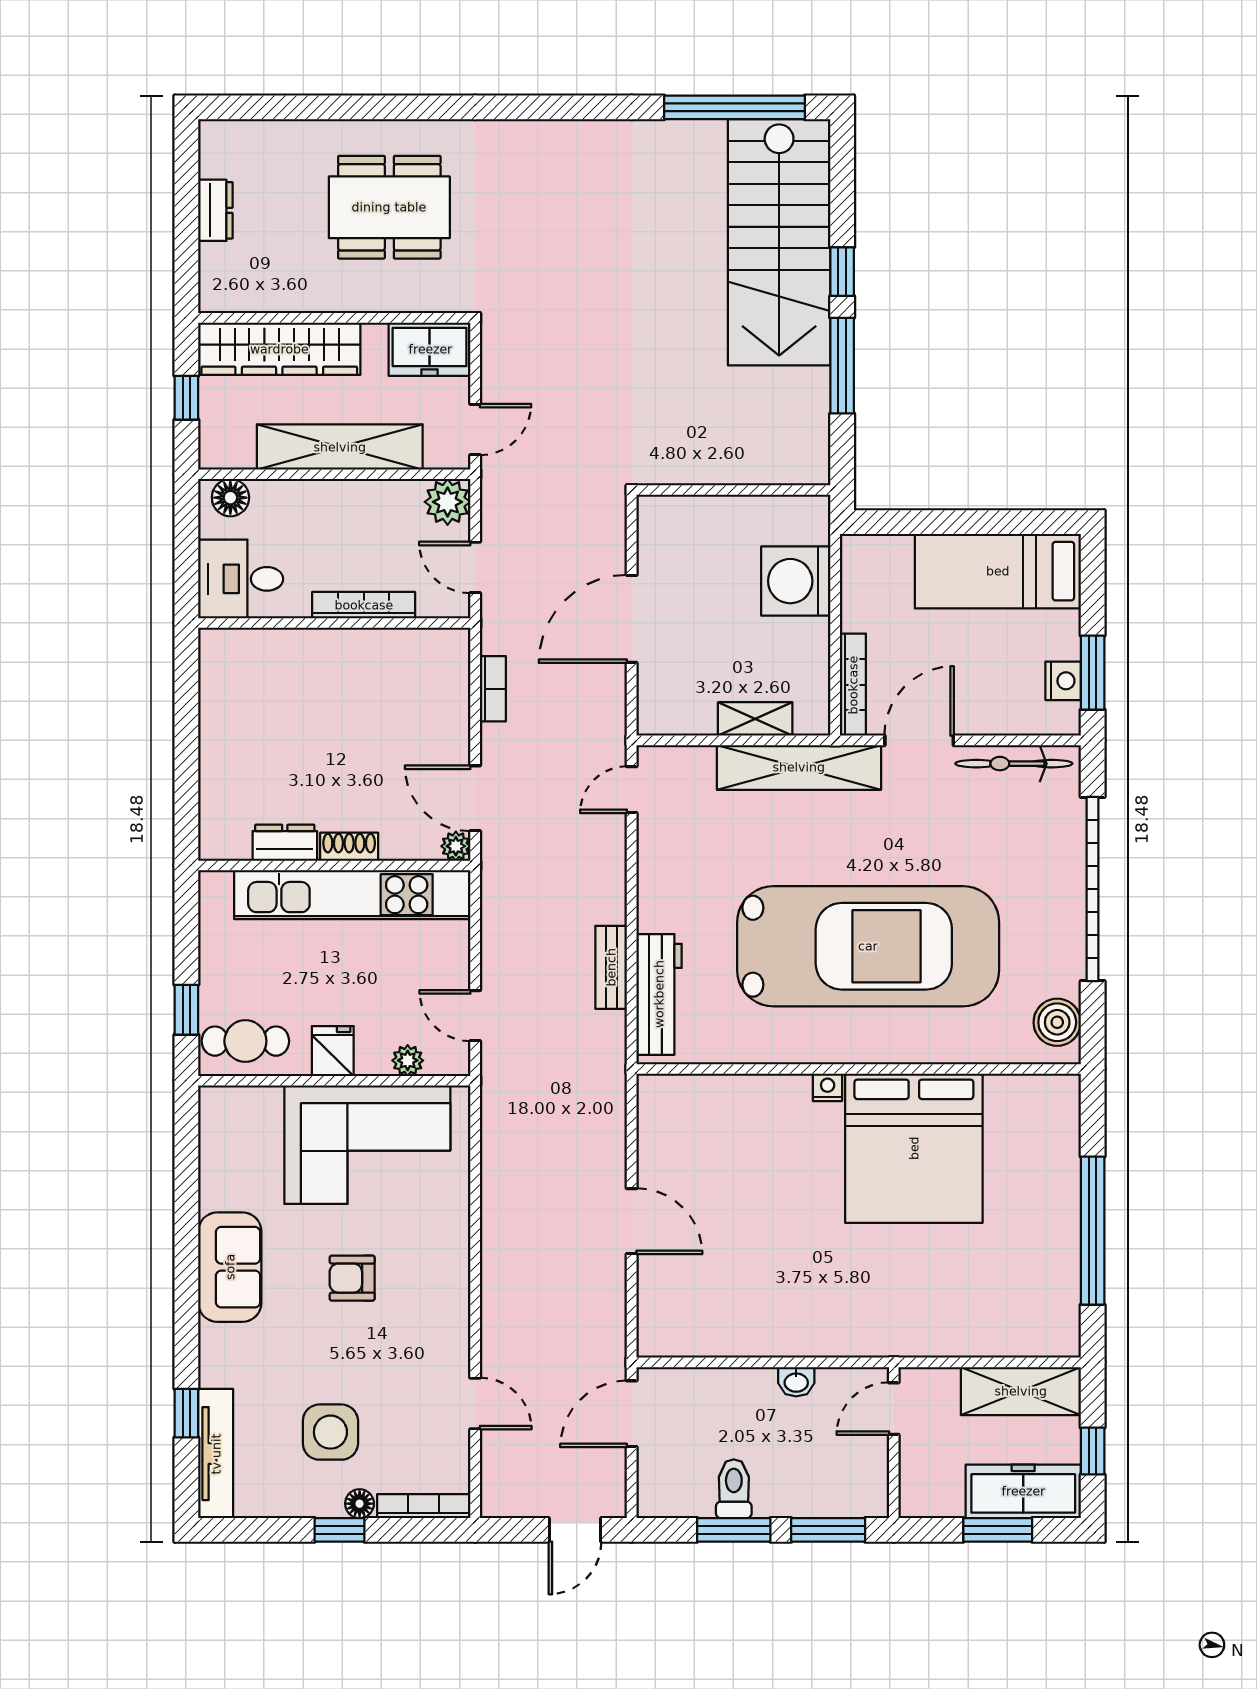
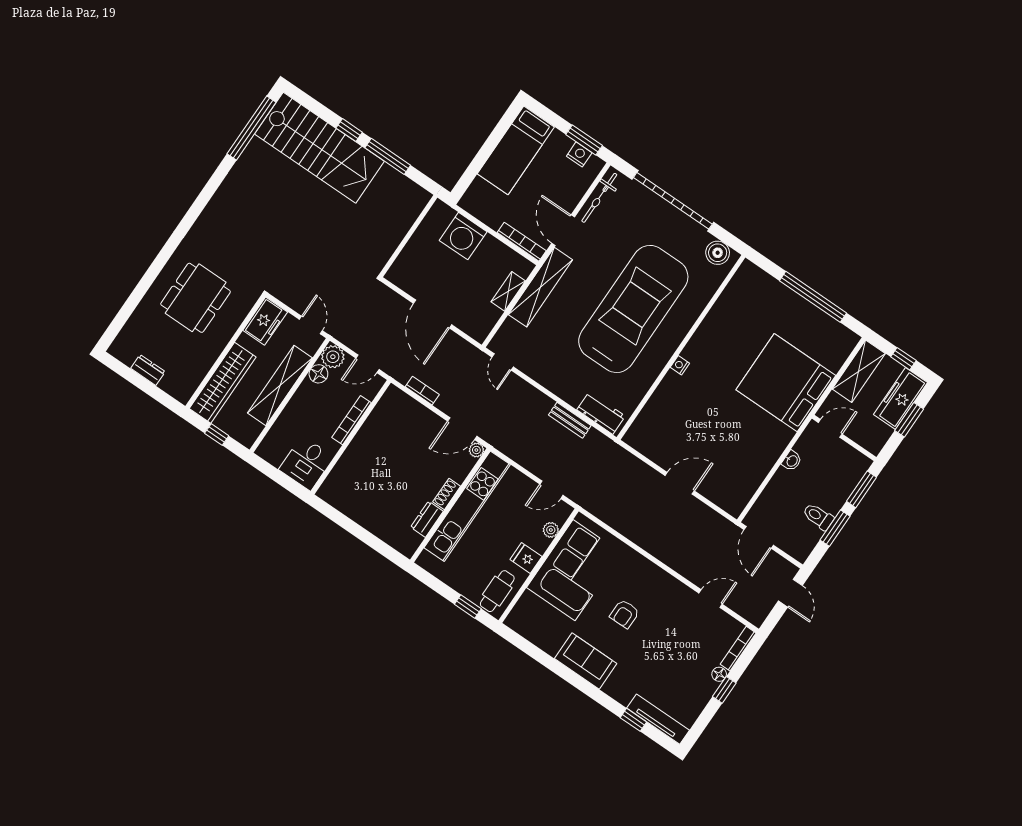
floor lamp: (230, 498) -> (318, 374), moved
workbench: (659, 994) -> (601, 413), width x0.73
bed: (914, 1148) -> (786, 383), moved, turned 180
door: (894, 1409) -> (830, 428), swing flipped
side table: (330, 1432) -> (682, 666), removed

